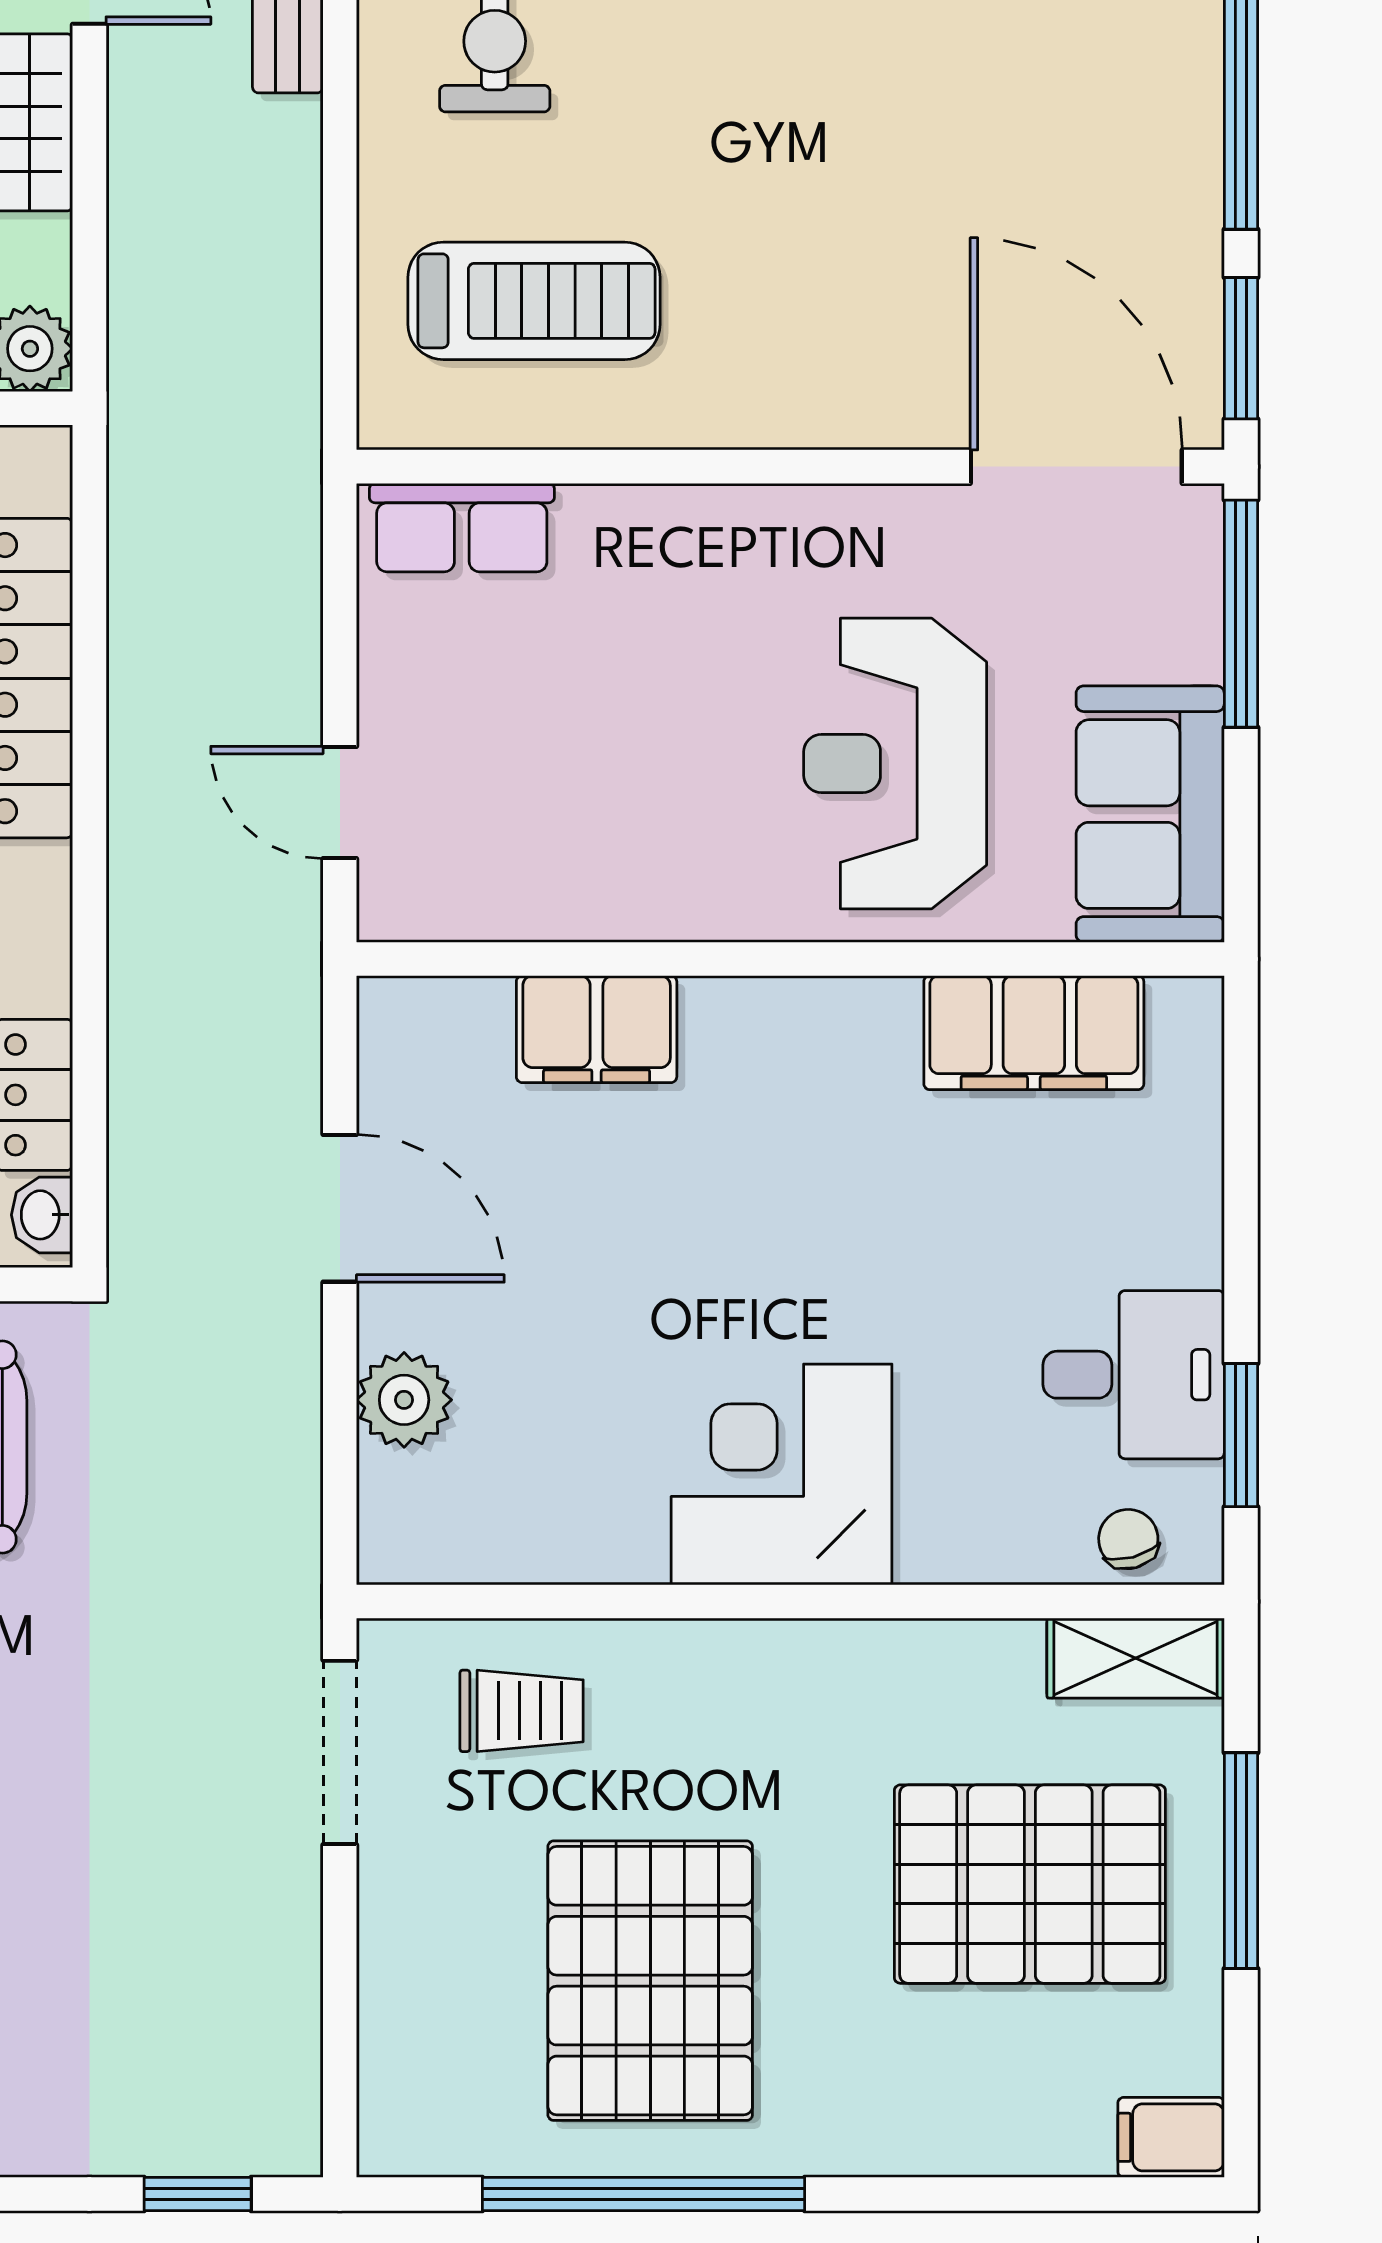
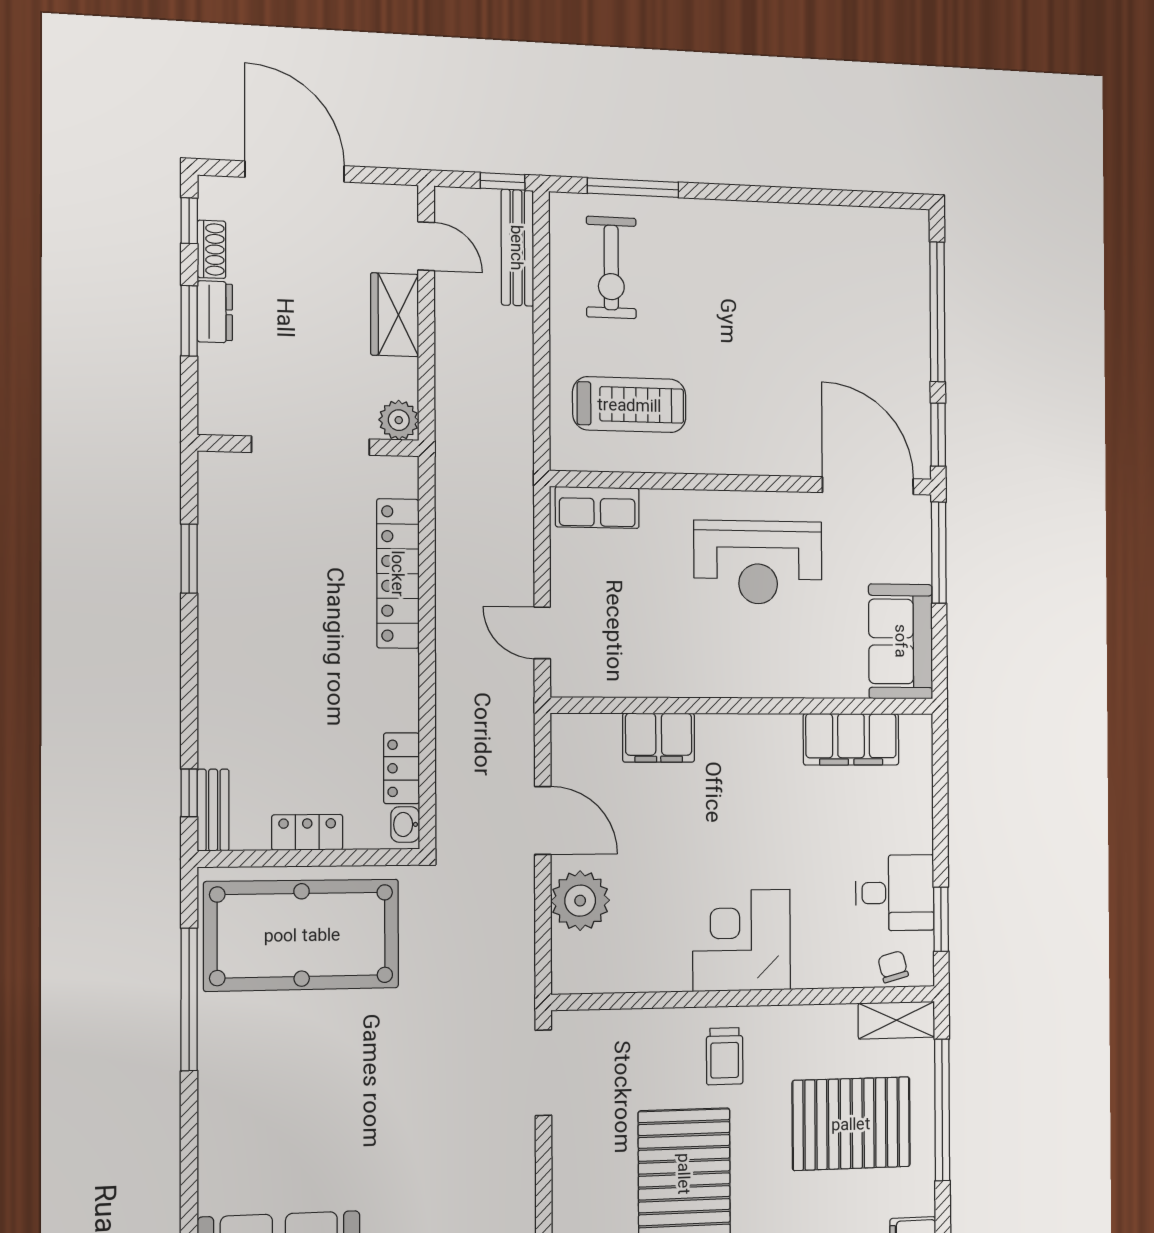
reception desk: (895, 763) -> (758, 562), moved, turned -90
plant: (404, 1400) -> (580, 901), width x1.36, depth x1.36
trolley: (522, 1711) -> (725, 1056), moved, turned 90
window: (1241, 1861) -> (942, 1110), width x1.46

